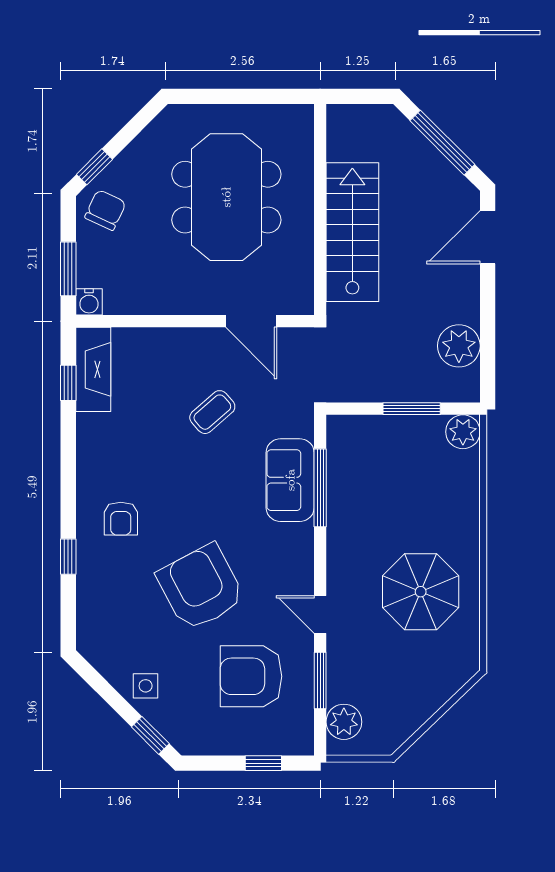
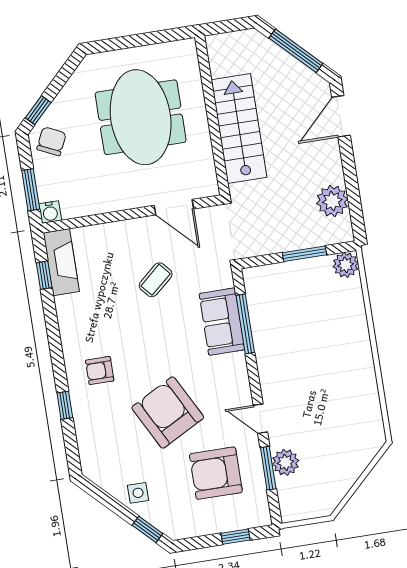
armchair: (121, 519) -> (100, 371), turned 90
parasol: (421, 592) -> (333, 390), removed
plant: (344, 722) -> (285, 462), moved

